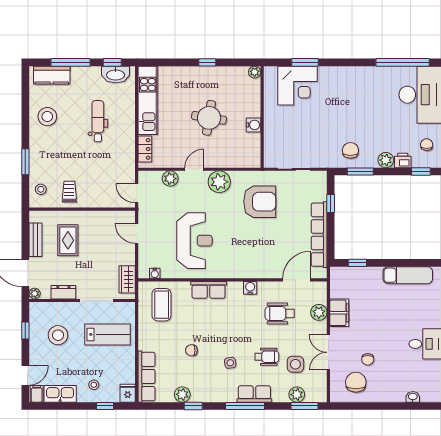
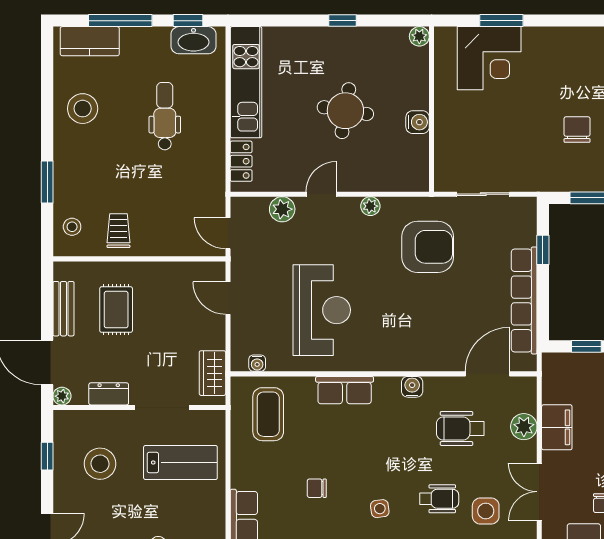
chair: (350, 150) -> (577, 130), moved
plant: (219, 182) -> (370, 206), width x0.53, depth x0.53

